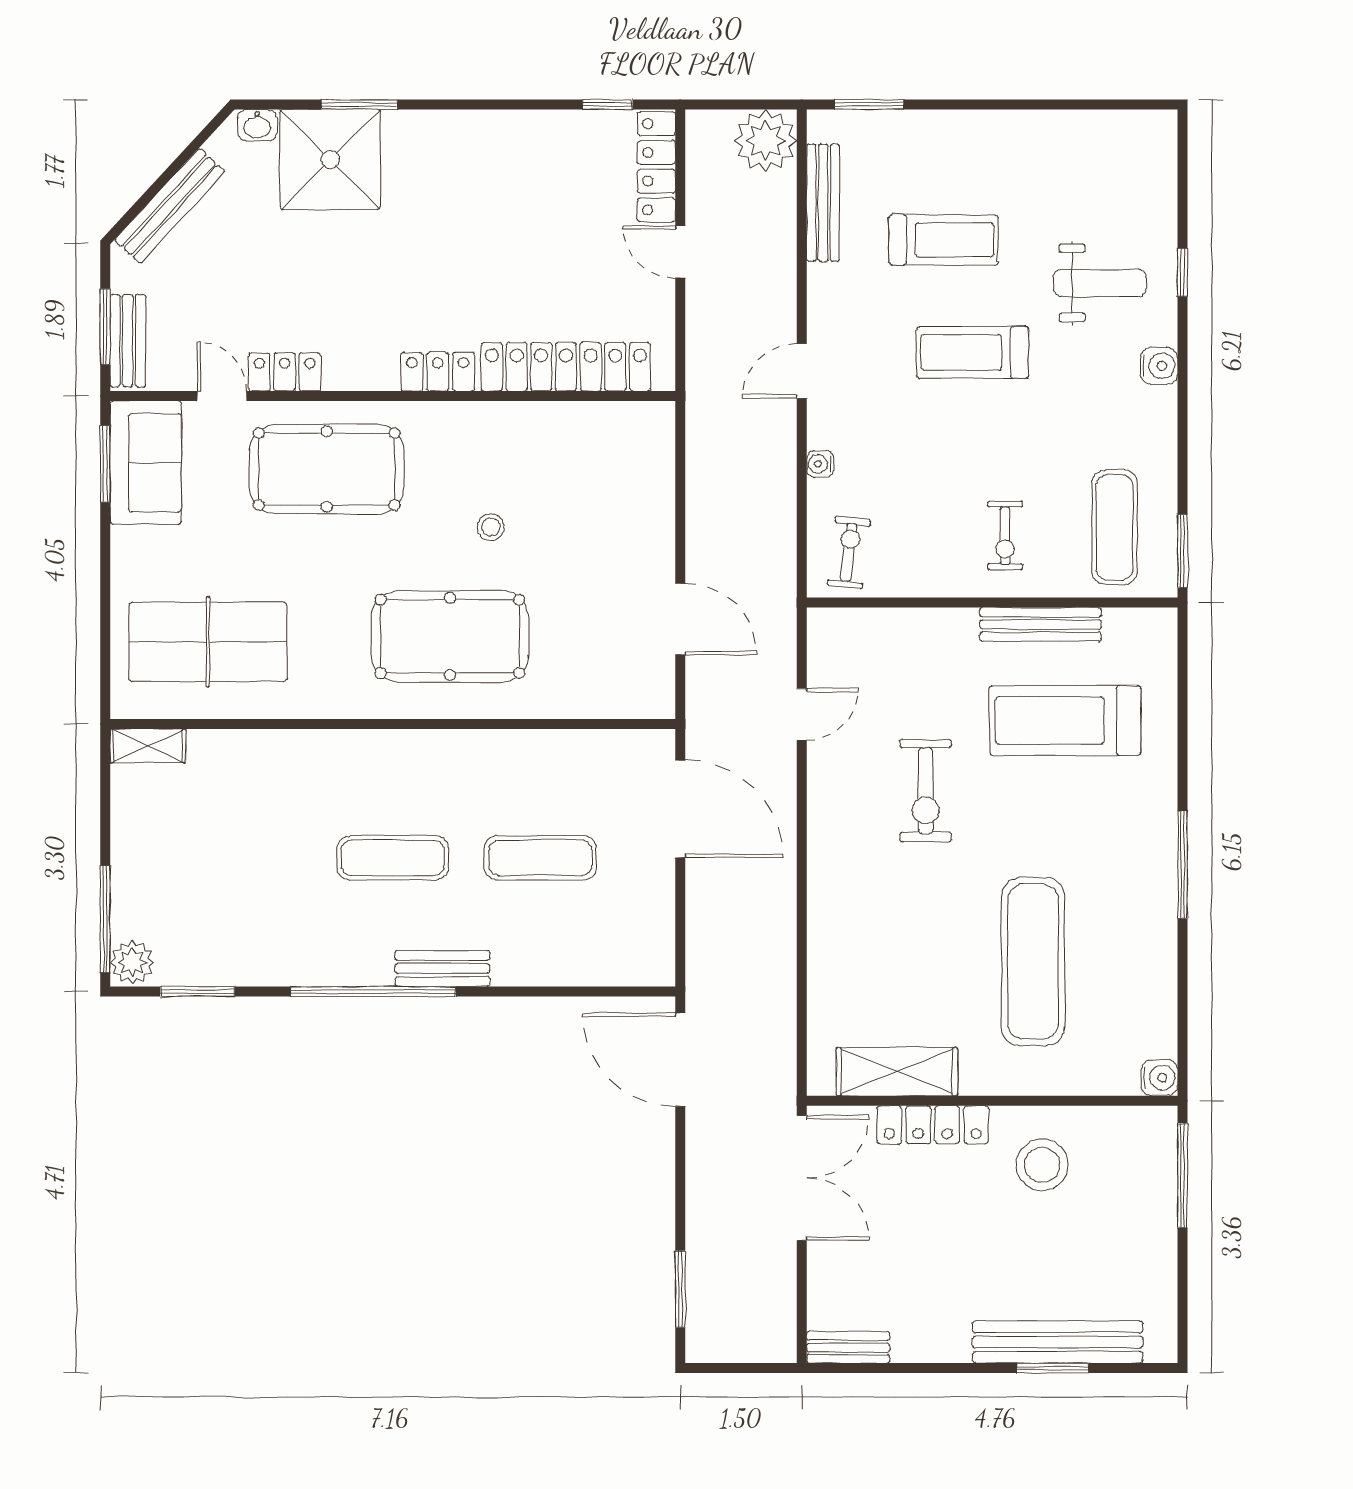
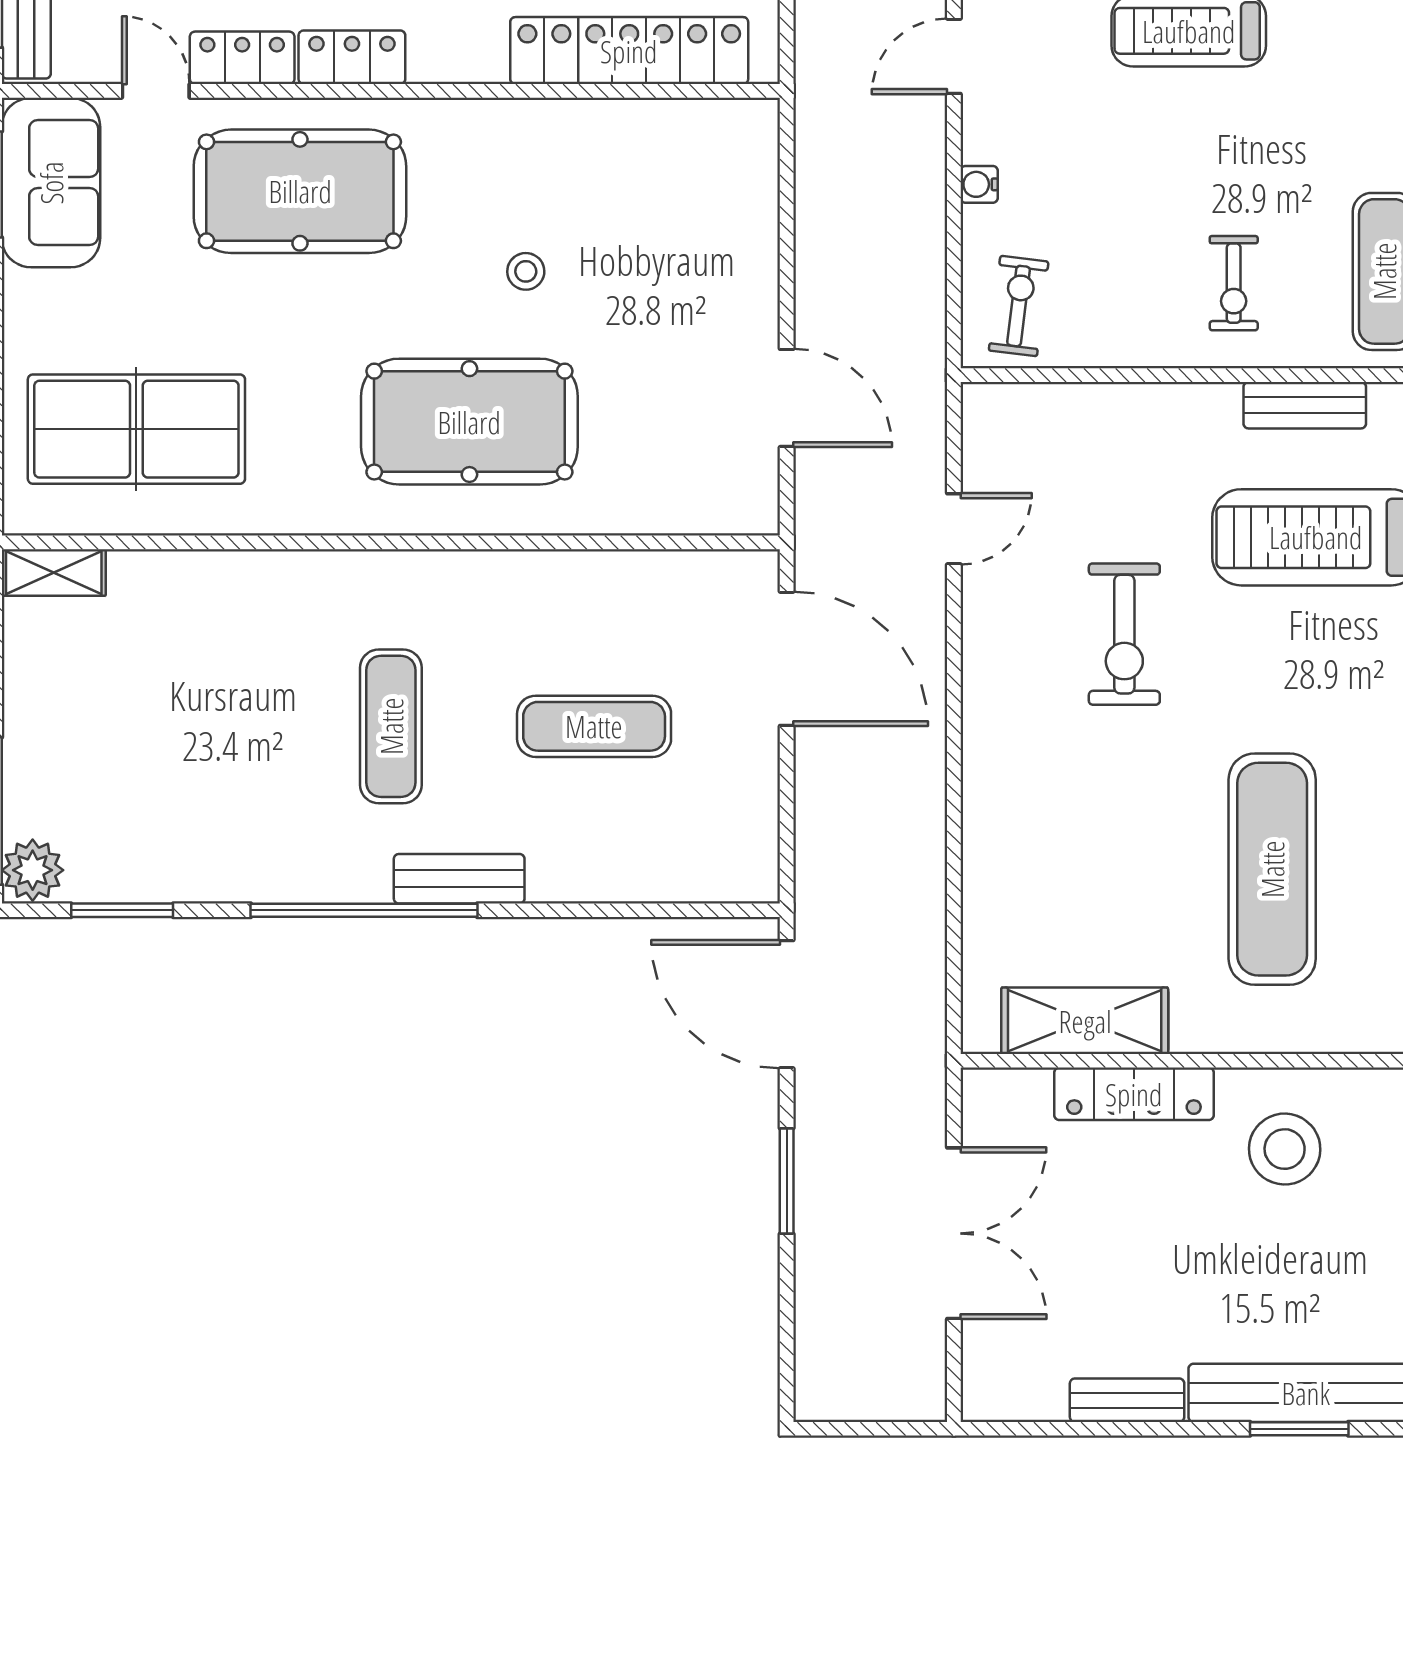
locker: (438, 372) -> (352, 57), moved
bench: (1041, 624) -> (1305, 405), width x0.73
exercise mat: (393, 858) -> (391, 726), turned 90
double door: (802, 1178) -> (954, 1233), moved
window: (680, 1289) -> (787, 1181), moved
bench: (848, 1347) -> (1127, 1400), moved

